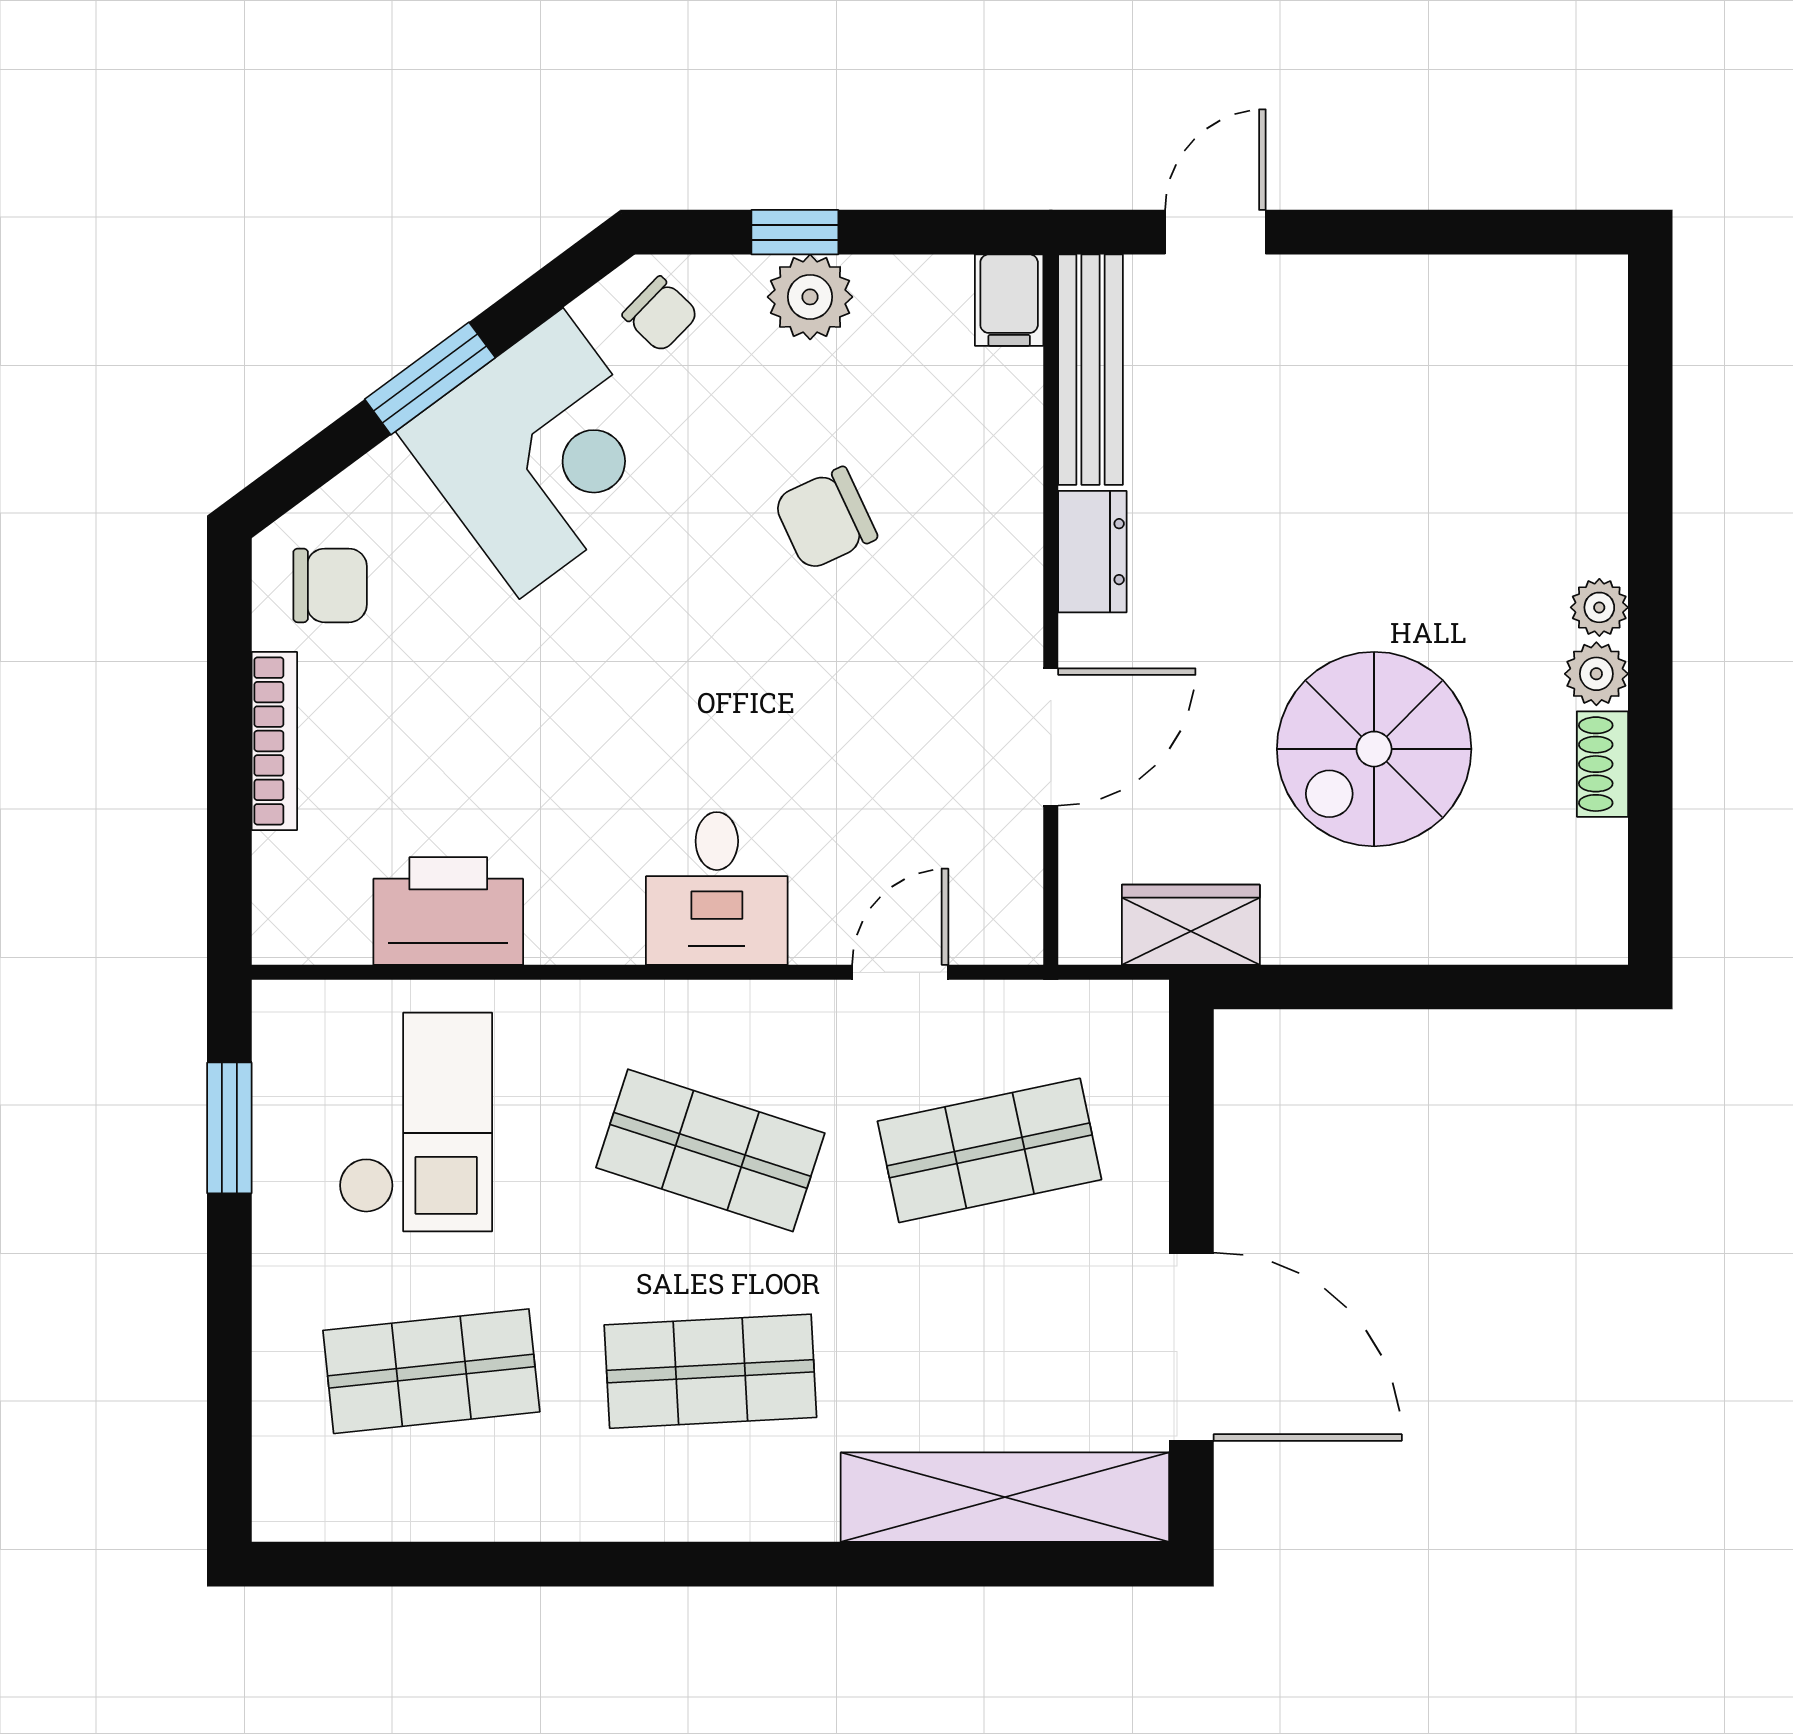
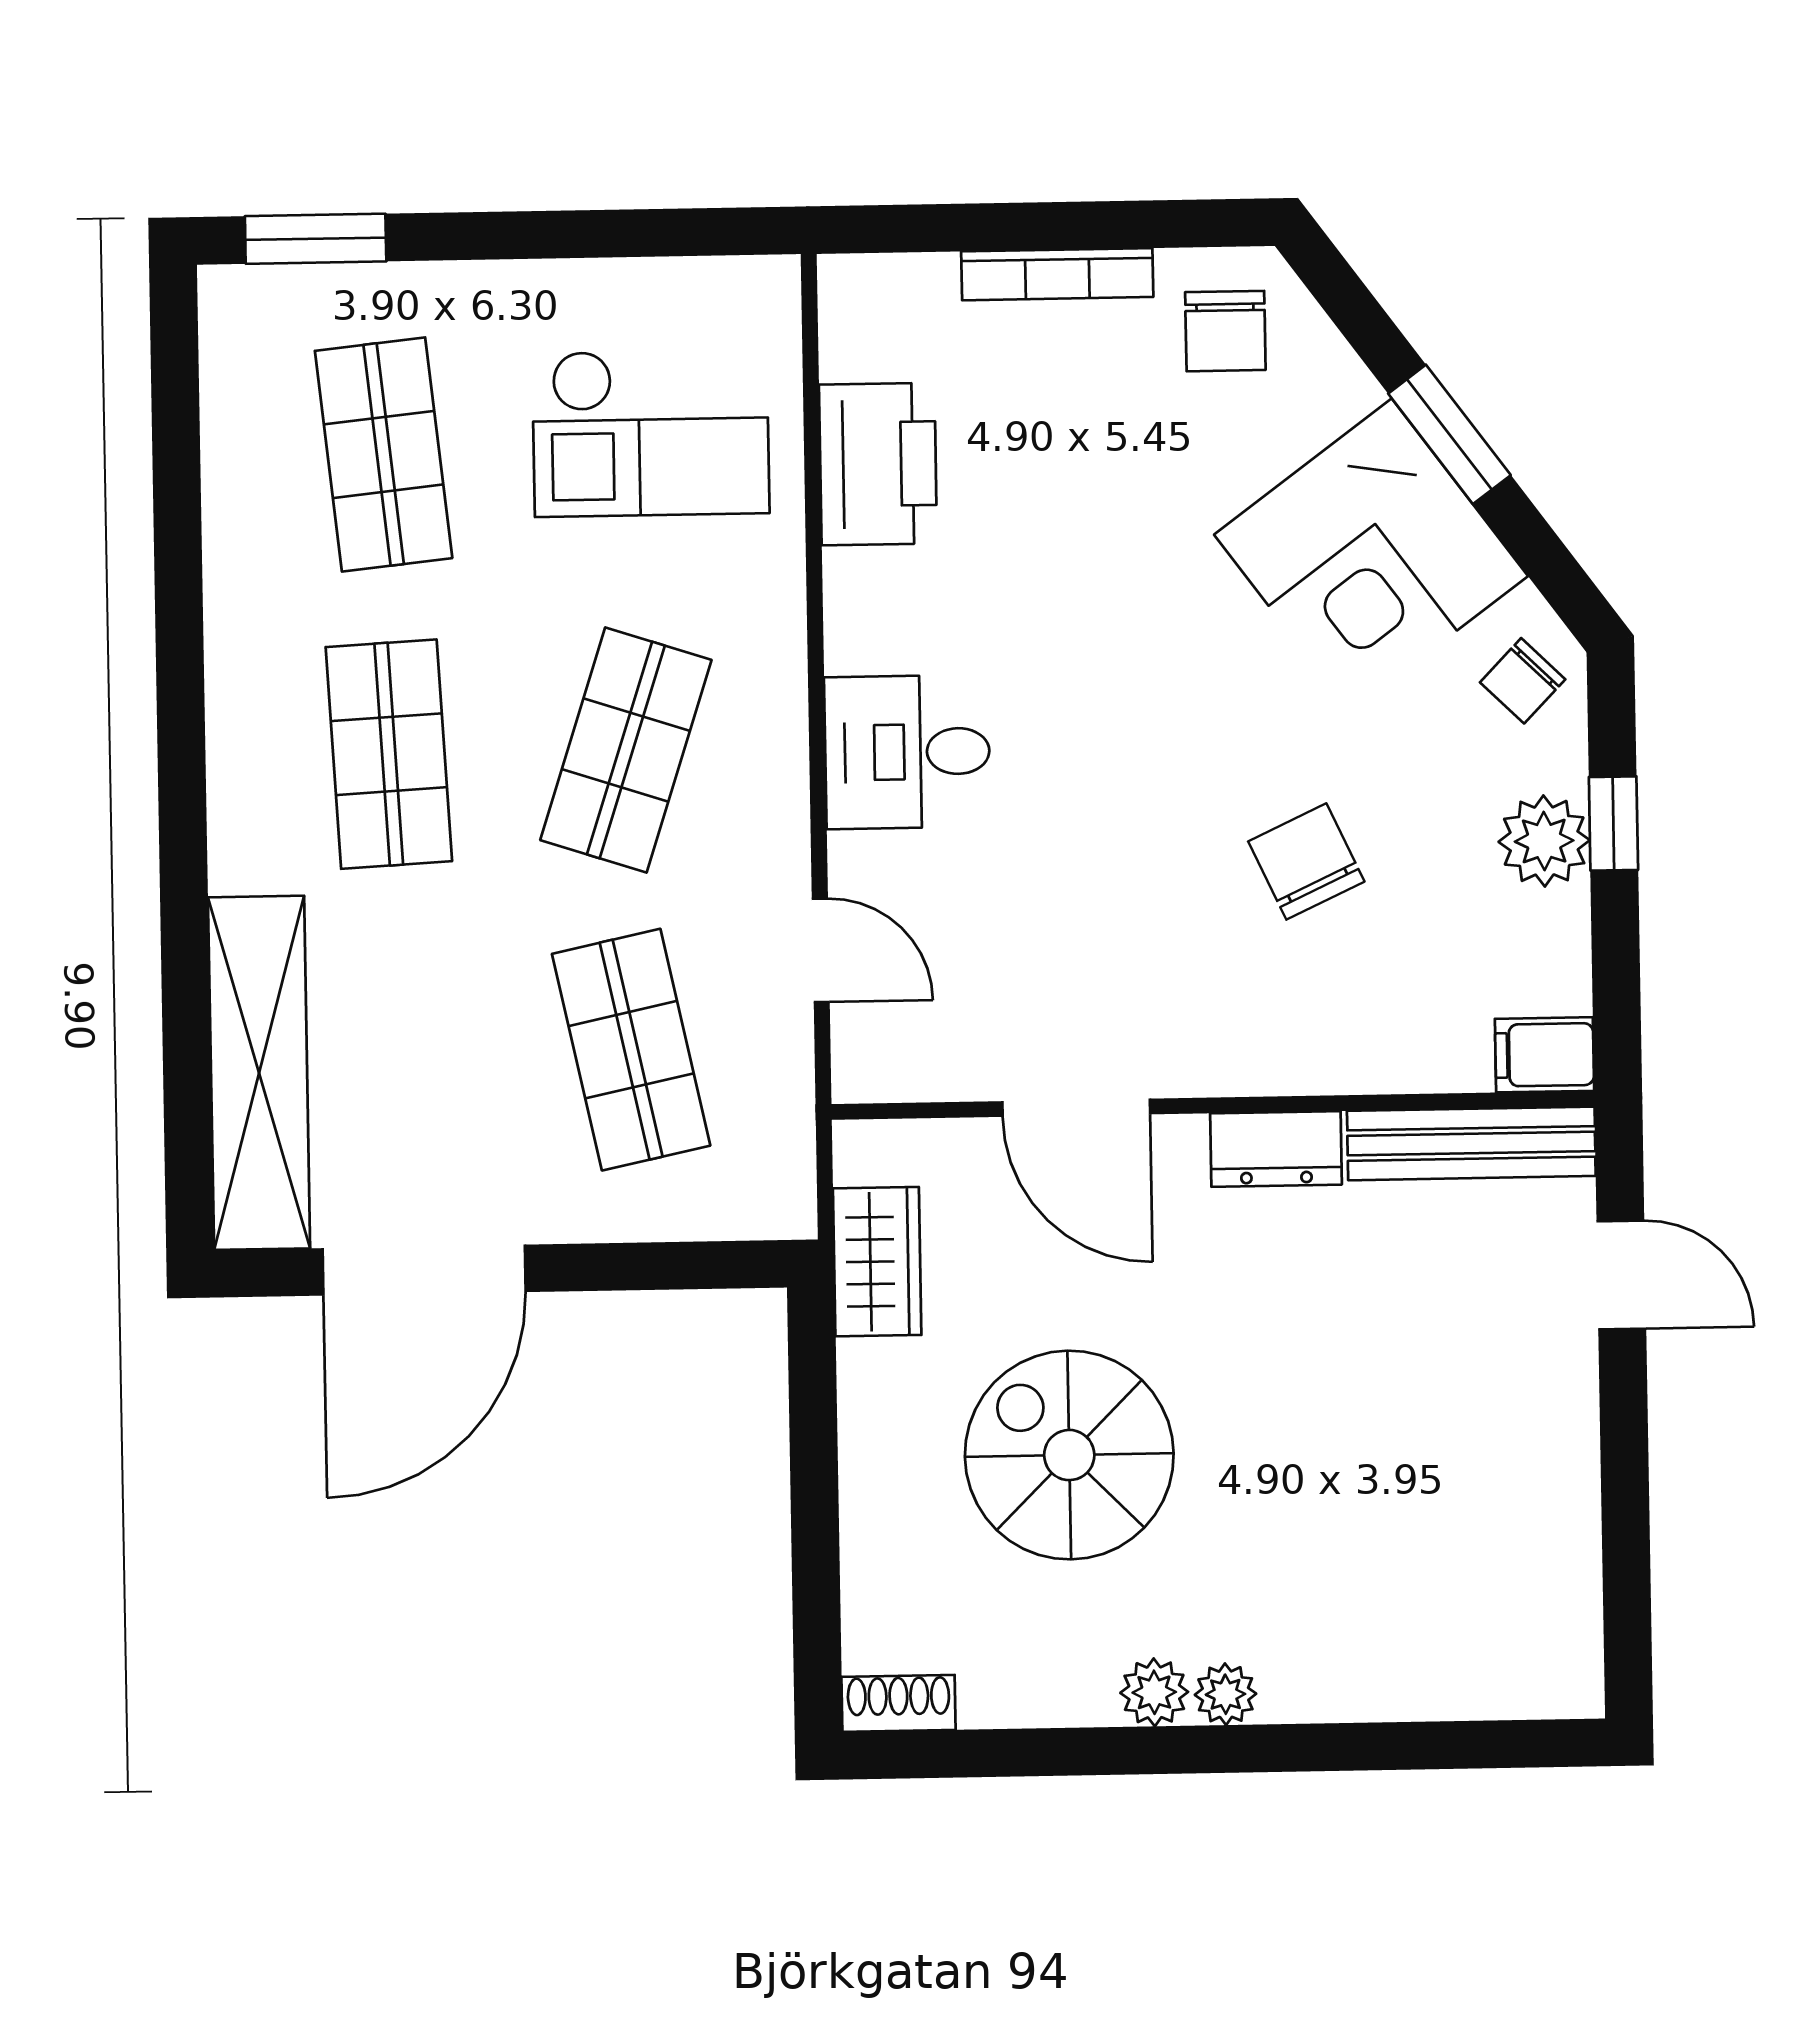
shoe rack: (1602, 764) -> (899, 1703), moved
window: (229, 1128) -> (316, 239), moved

